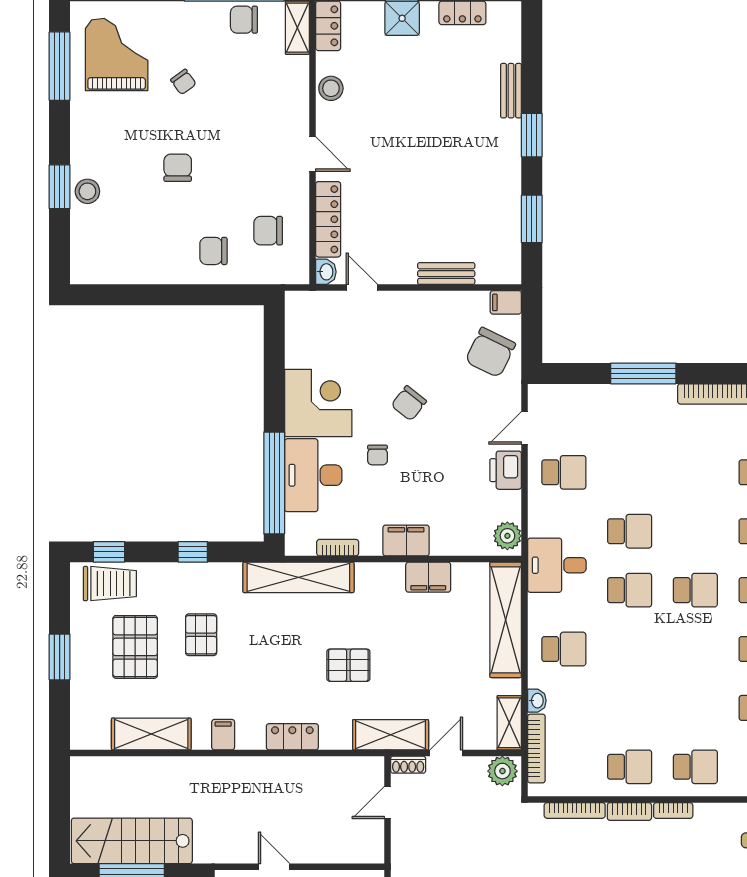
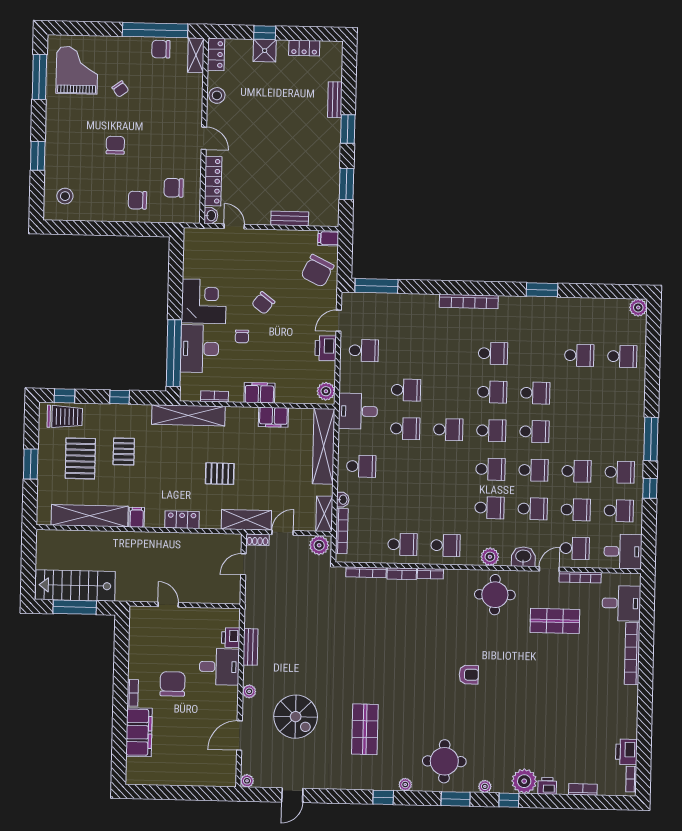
stool: (87, 191) -> (65, 196), moved
window: (643, 373) -> (376, 286), moved
shelving: (151, 734) -> (90, 516), width x1.47

